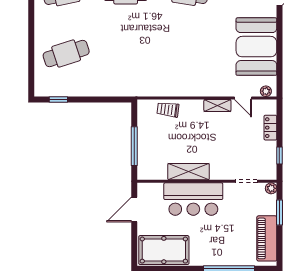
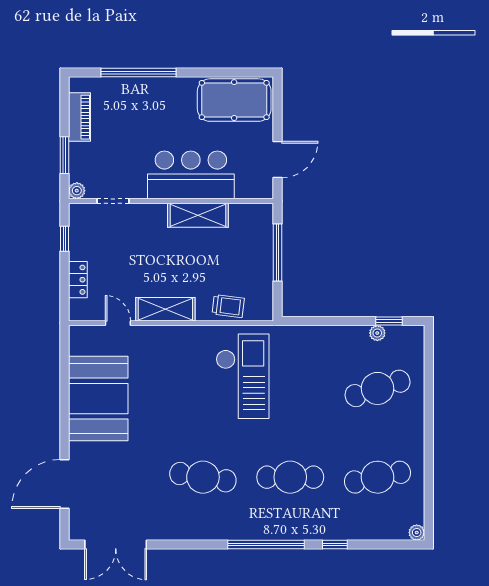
checkout: (158, 62) -> (243, 376), added
plant: (266, 91) -> (377, 333), moved
shelving: (217, 105) -> (165, 309), width x1.50, depth x1.33
piano: (267, 238) -> (79, 117), width x0.73, depth x0.75

